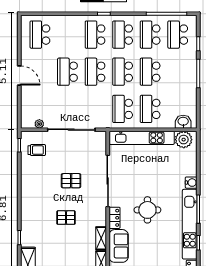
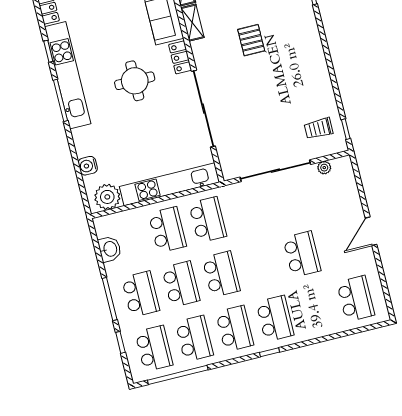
school desk: (95, 72) -> (140, 294), moved
door: (19, 75) -> (371, 231), hinge flipped
washbasin: (183, 122) -> (110, 249), moved, turned -90
pallet: (71, 181) -> (257, 96), removed
water cooler: (191, 183) -> (88, 166), moved
pallet: (66, 218) -> (251, 40), turned 90

